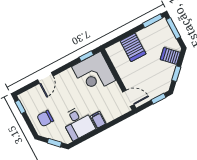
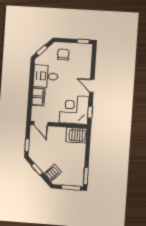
server rack: (133, 47) -> (76, 135), moved
door: (45, 78) -> (92, 86), moved
door: (128, 98) -> (41, 124), hinge flipped
filing cabinet: (98, 120) -> (38, 97), width x2.00

